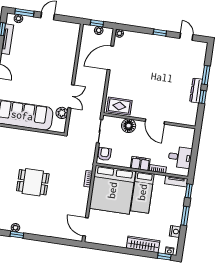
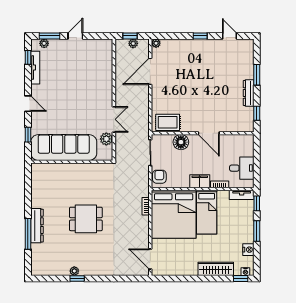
window: (203, 97) -> (257, 113), moved

